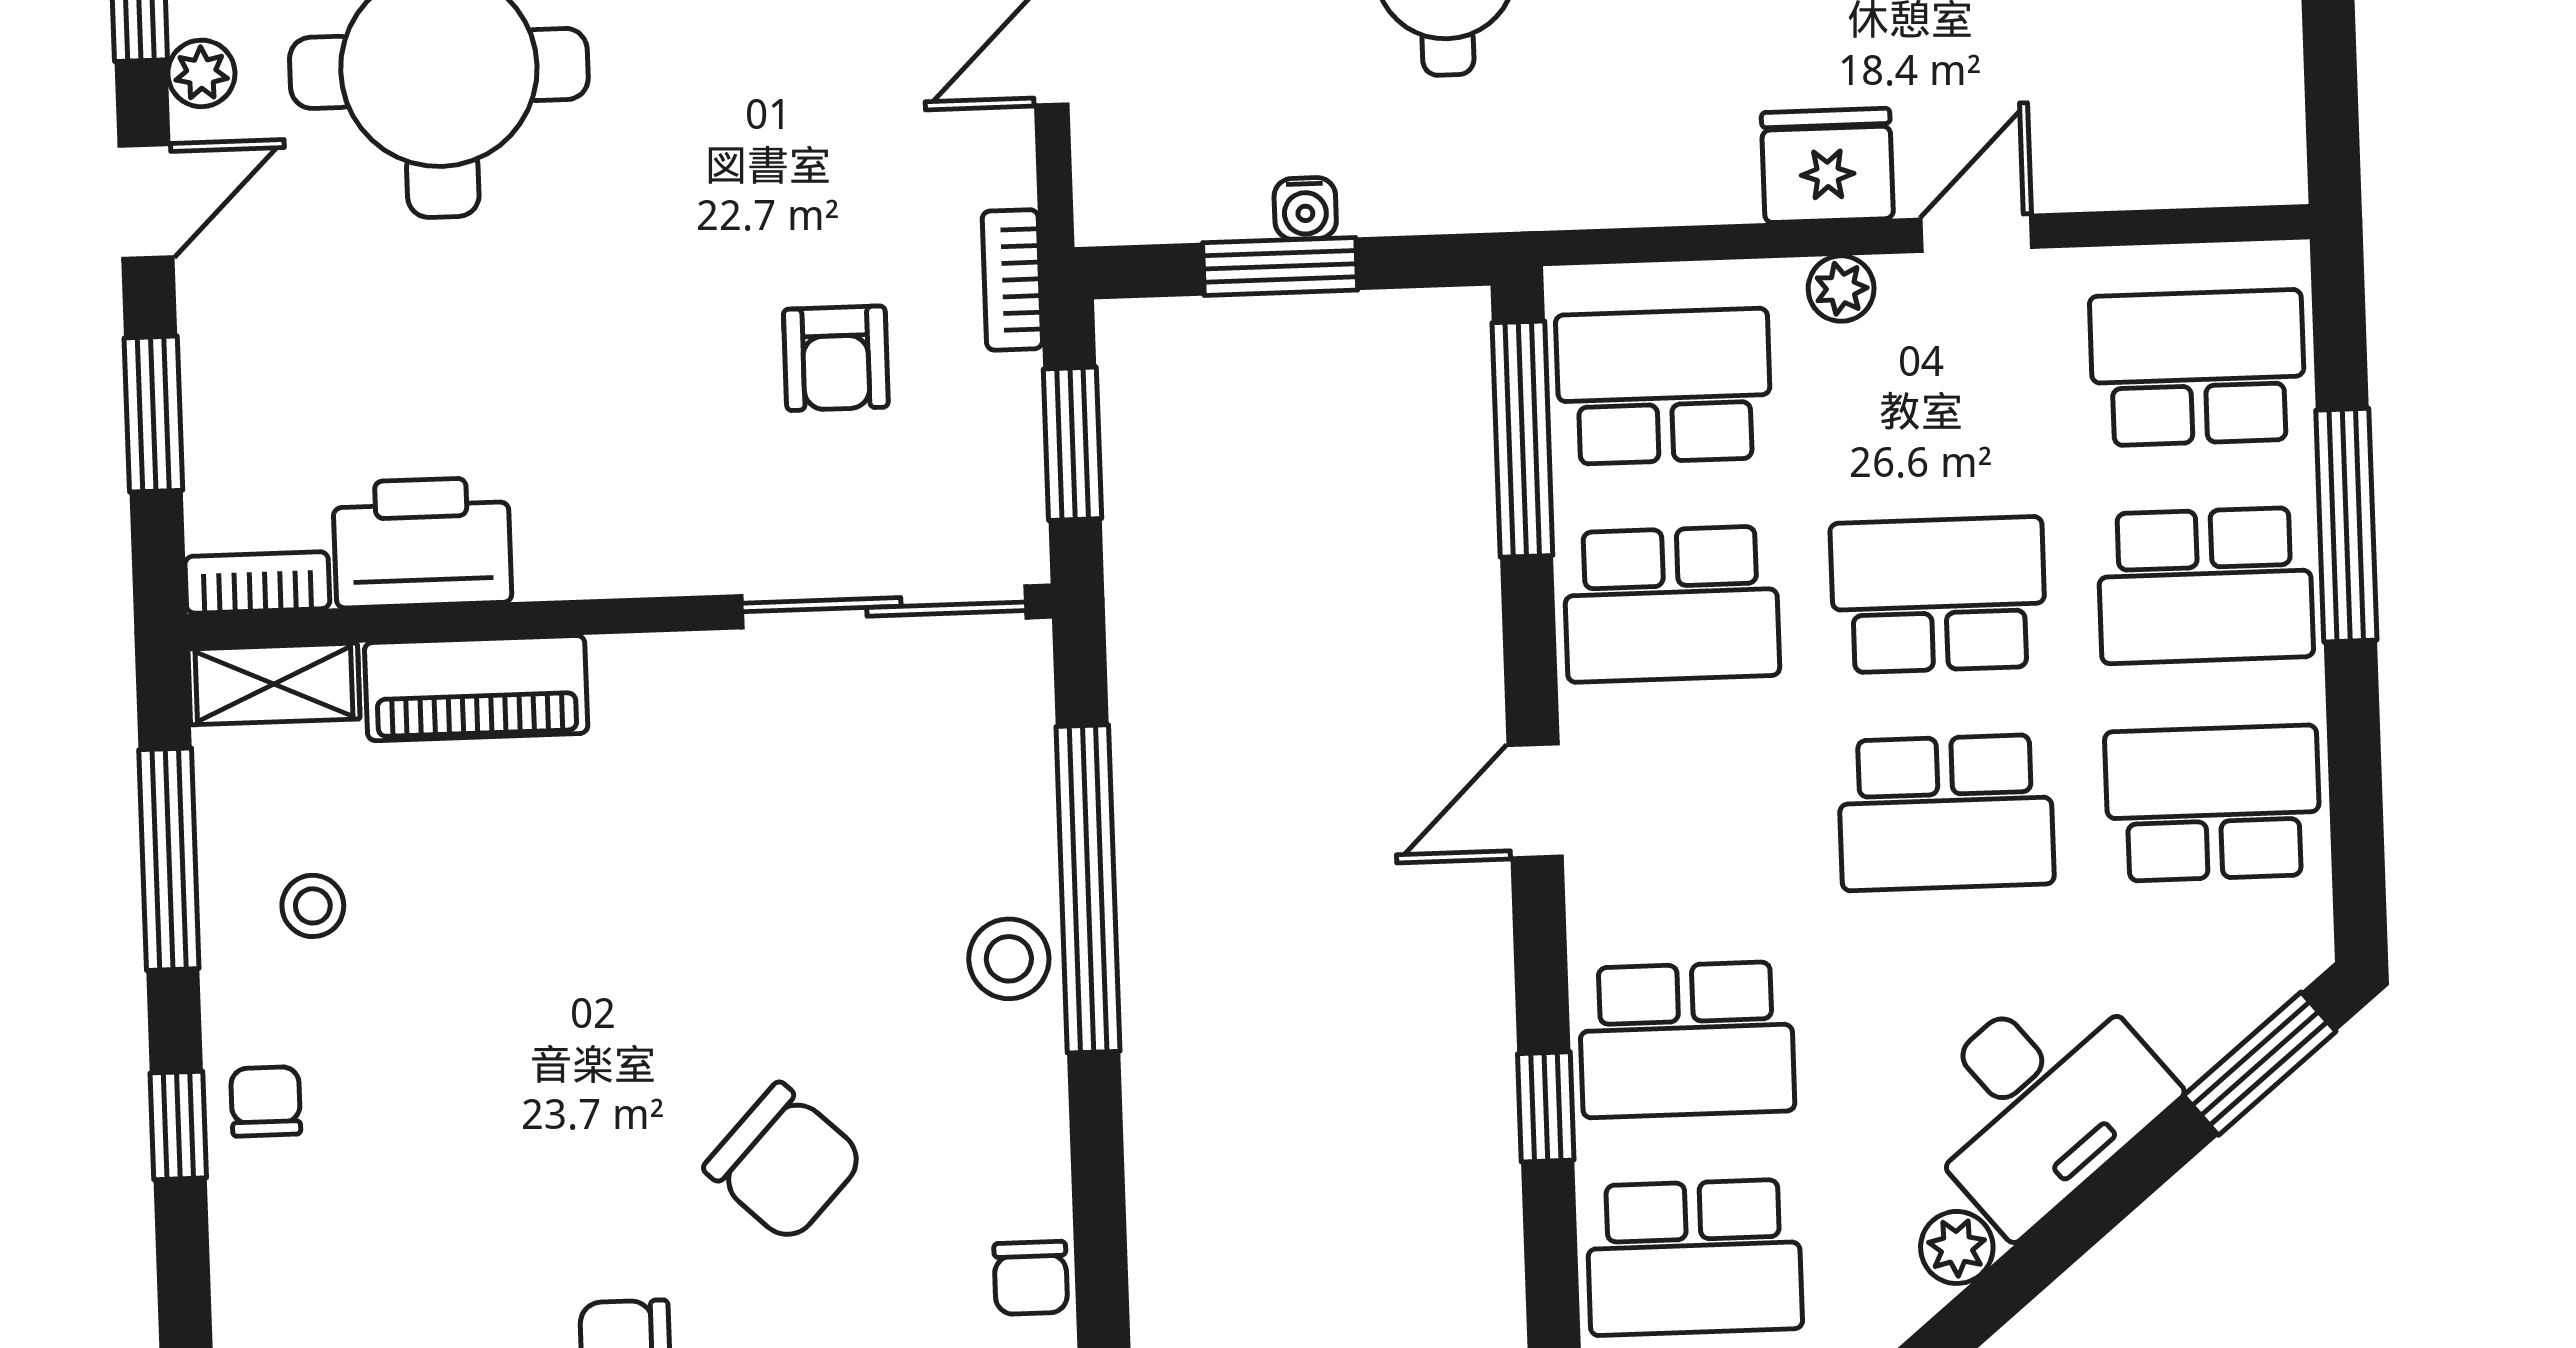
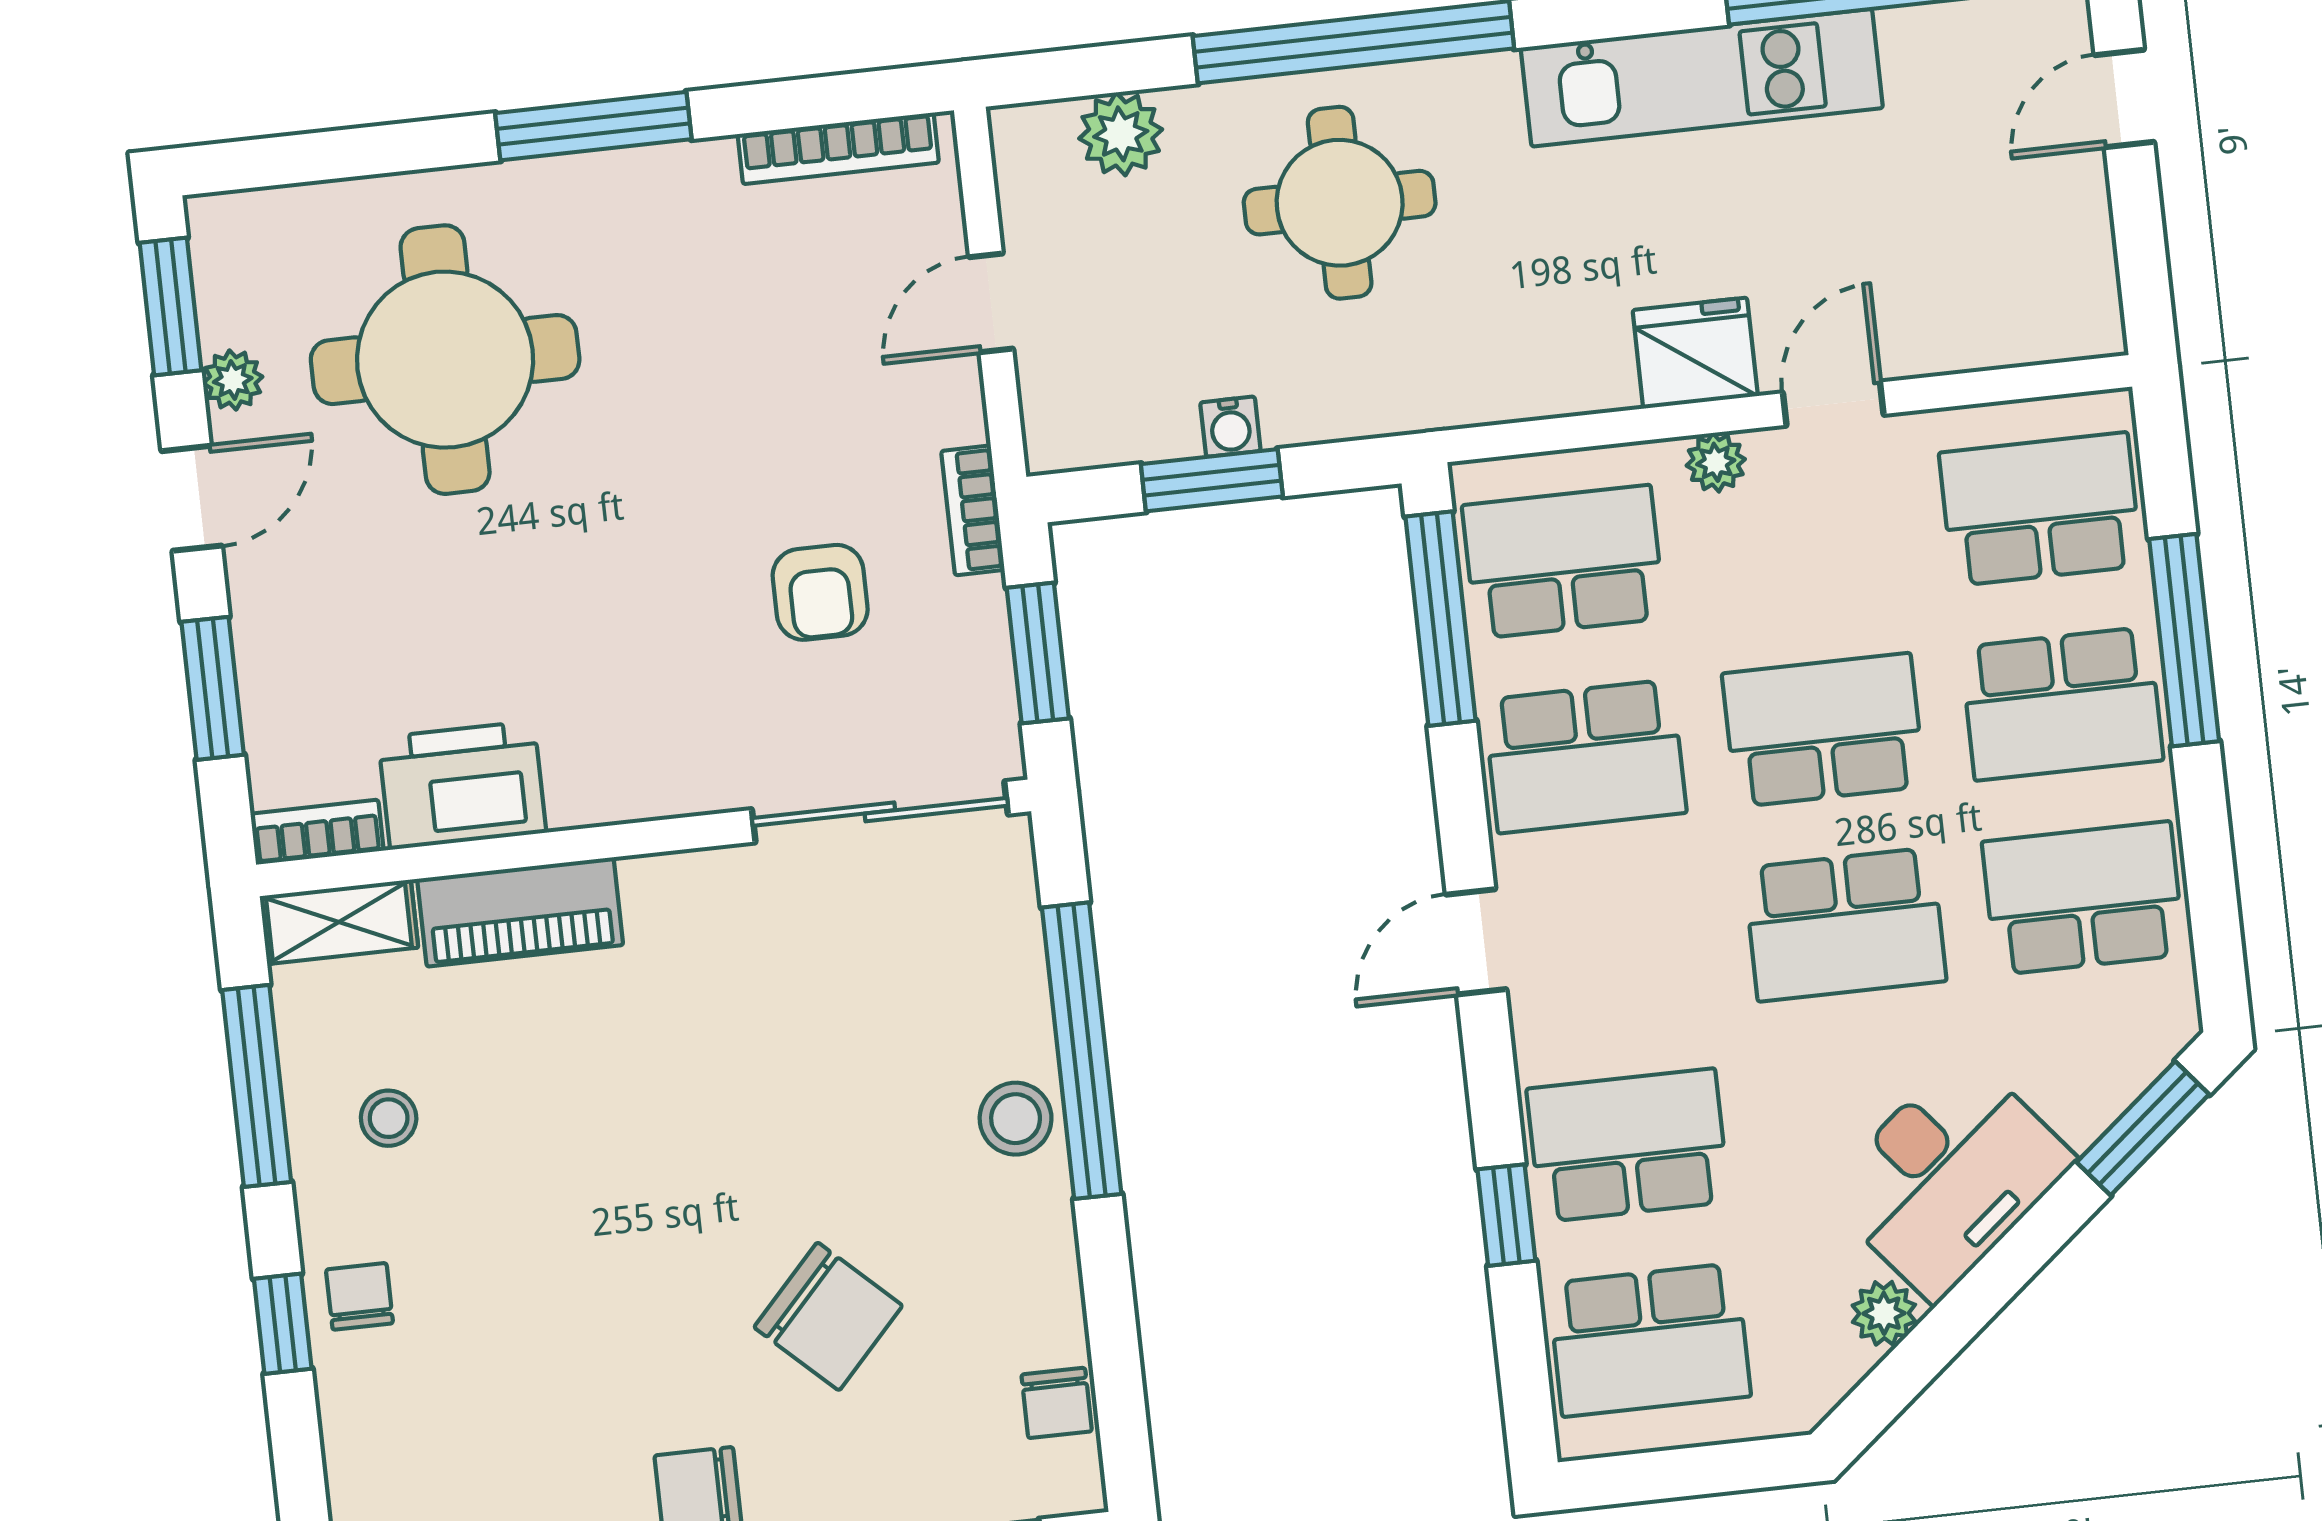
school desk: (1687, 1040) -> (1628, 1145), turned 180

